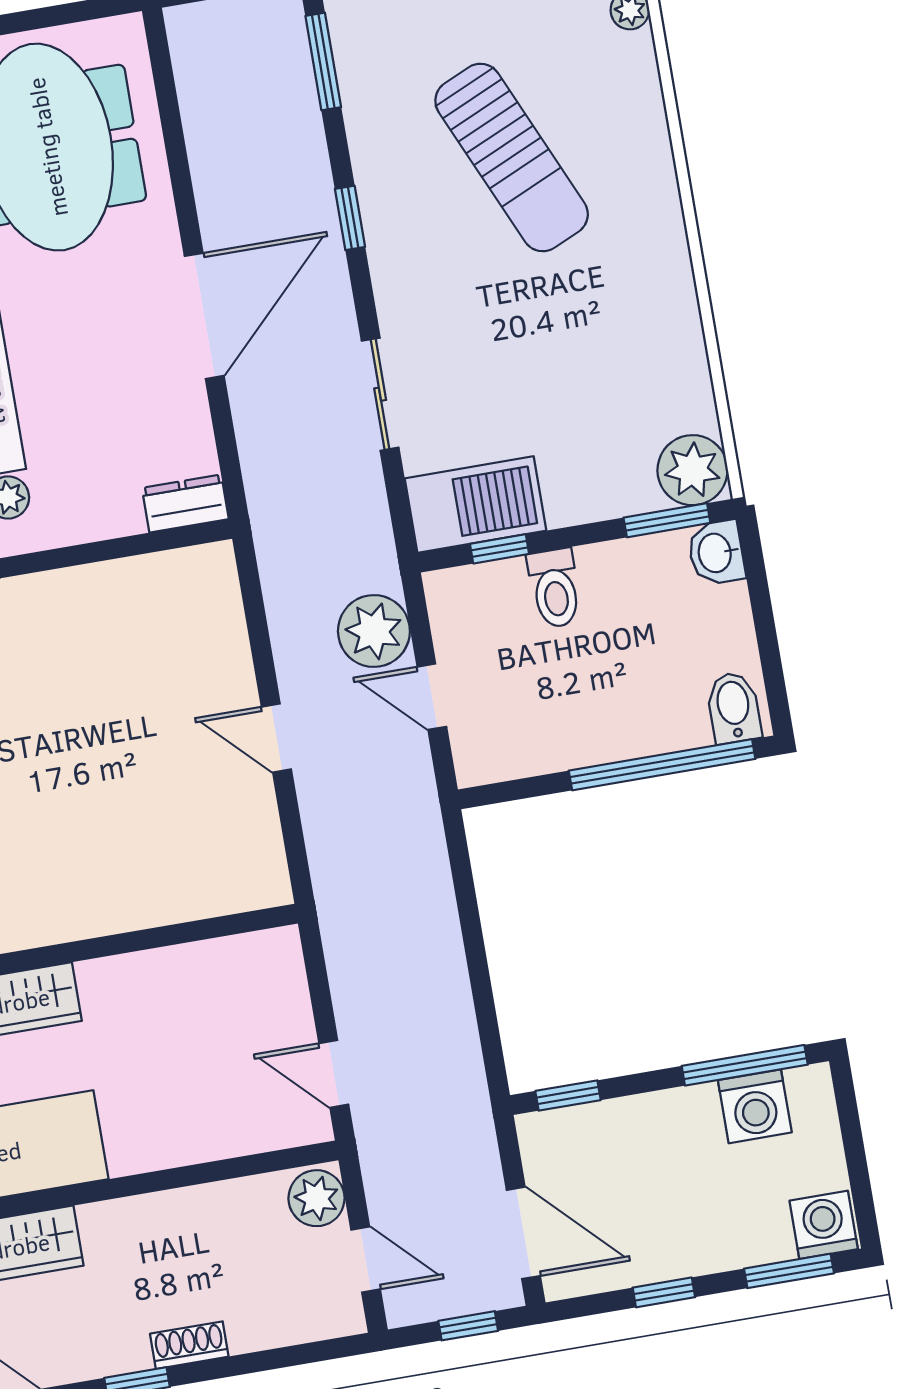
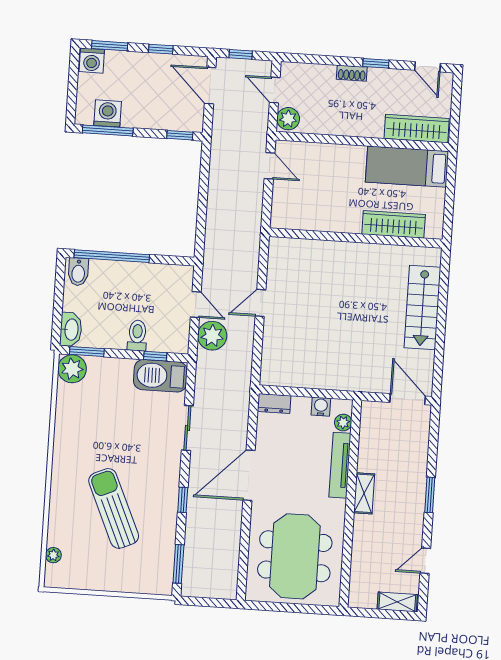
water cooler: (71, 523) -> (321, 407), added
washbasin: (716, 553) -> (71, 330), width x1.38
door: (276, 738) -> (260, 303), swing flipped

